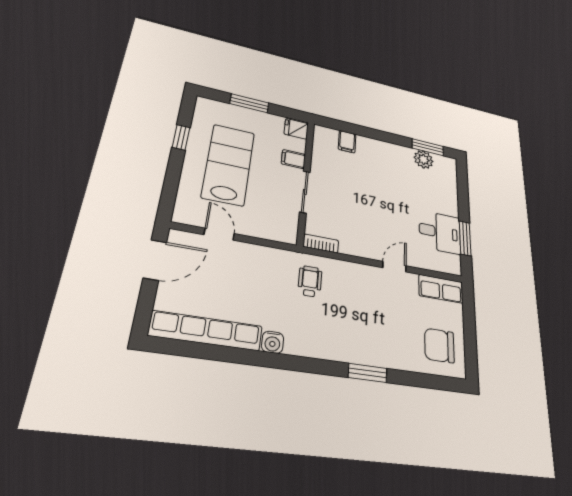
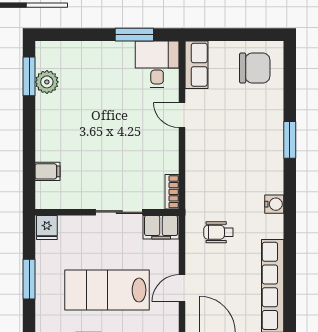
filing cabinet: (293, 159) -> (161, 227), moved, width x2.00
desk: (440, 232) -> (157, 64), moved
wheelchair: (310, 281) -> (218, 232), moved
water cooler: (273, 342) -> (274, 204), moved
chair: (439, 345) -> (255, 68), turned -90

